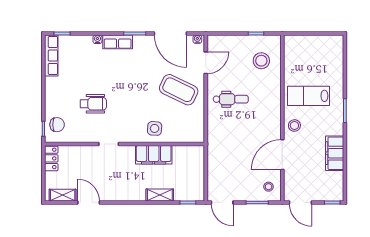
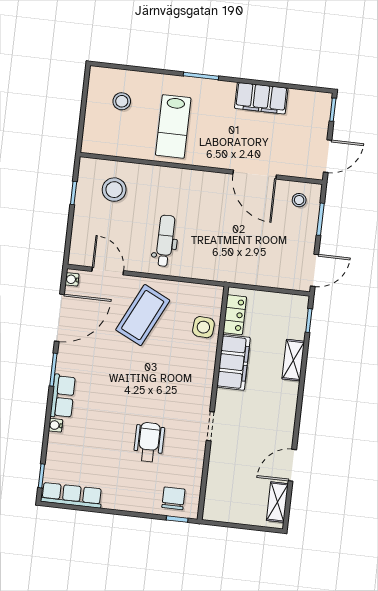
stool: (294, 126) -> (122, 101), moved
side table: (155, 128) -> (203, 327), moved
locker: (51, 158) -> (235, 315), moved, turned 90

